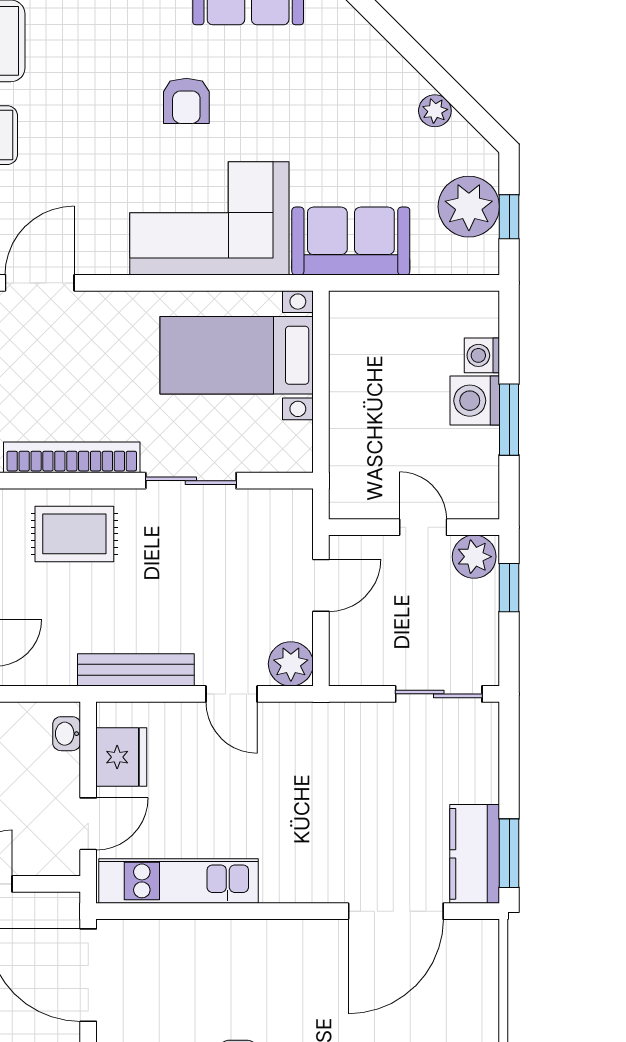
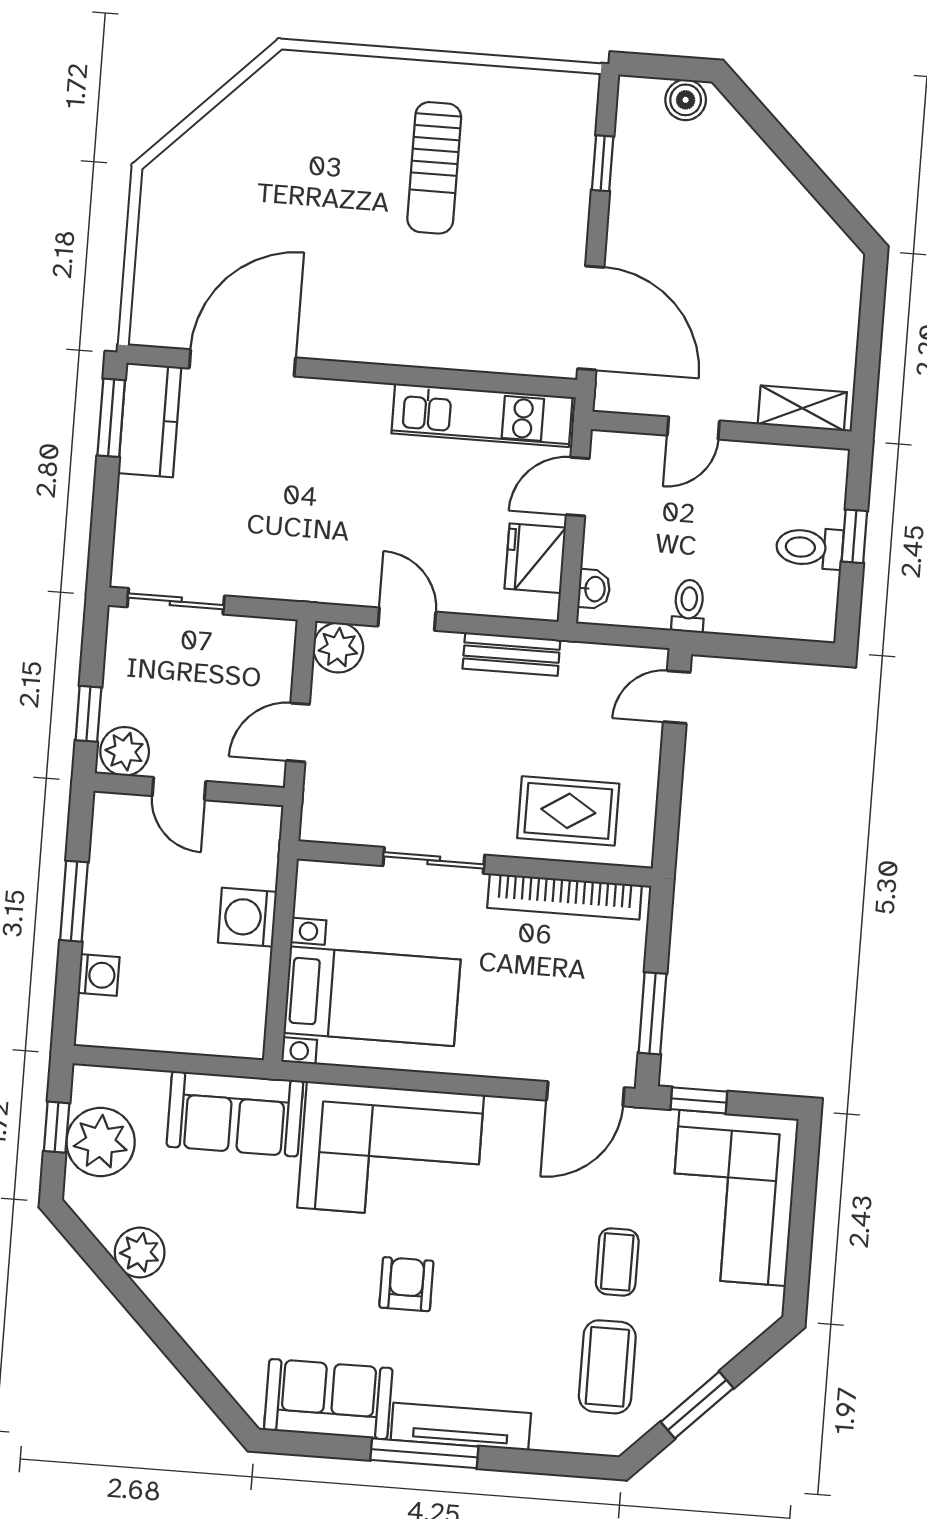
plant: (435, 111) -> (140, 1252), width x1.38, depth x1.38
washing machine: (475, 401) -> (247, 917), moved, turned 180
bench: (136, 670) -> (511, 654), width x0.73

